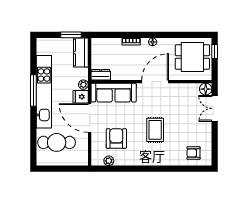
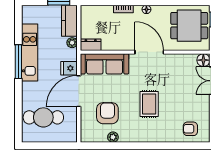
door: (155, 82) -> (149, 52), hinge flipped
plant: (83, 85) -> (72, 43), moved
kitchen unit: (44, 92) -> (30, 53), width x0.73
door: (90, 118) -> (79, 91), hinge flipped
plant: (109, 161) -> (113, 137), moved

